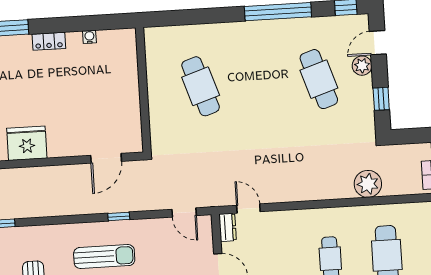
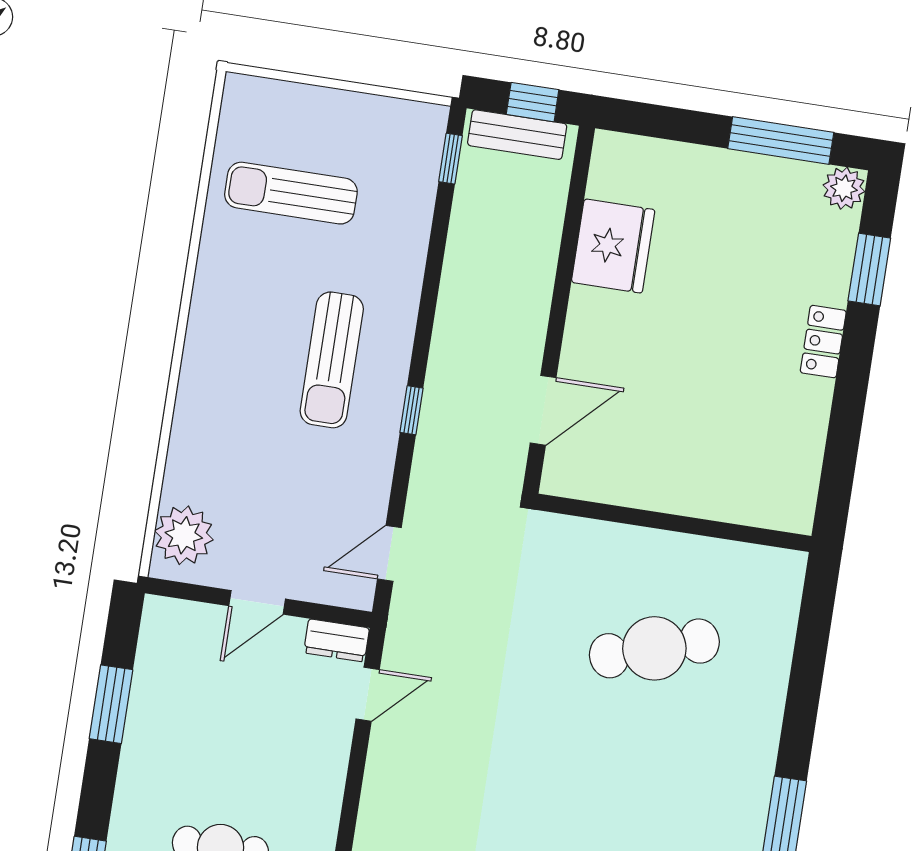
water cooler: (89, 37) -> (813, 432), removed
door: (106, 158) -> (543, 410), swing flipped

